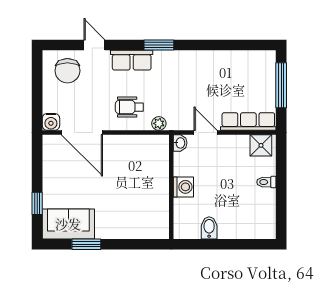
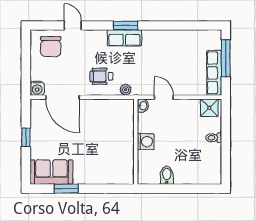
row of seats: (132, 60) -> (124, 38), moved
row of seats: (248, 122) -> (214, 73), moved, turned -90
window: (37, 203) -> (26, 137), moved

